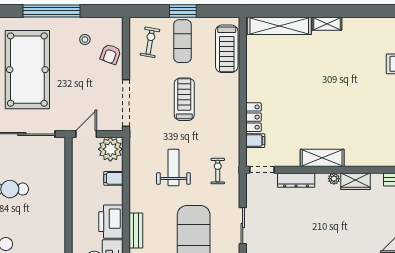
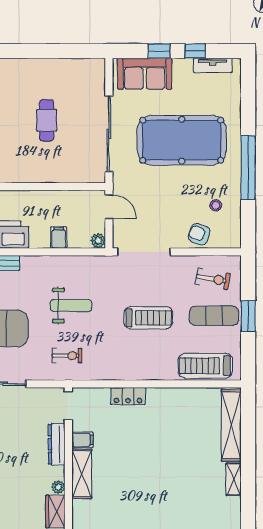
filing cabinet: (255, 141) -> (83, 440), moved, turned -90
plant: (110, 149) -> (98, 241), width x0.53, depth x0.53

